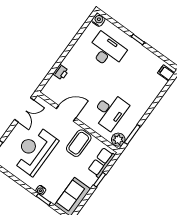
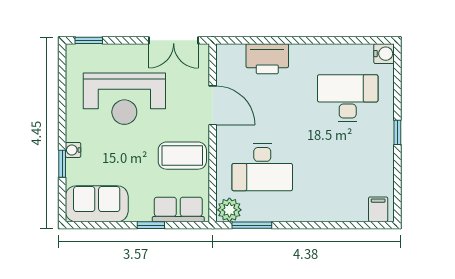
desk: (107, 51) -> (348, 98), turned -90
printer: (61, 72) -> (267, 59), width x1.87, depth x1.48
reception desk: (34, 151) -> (124, 99), turned 180

